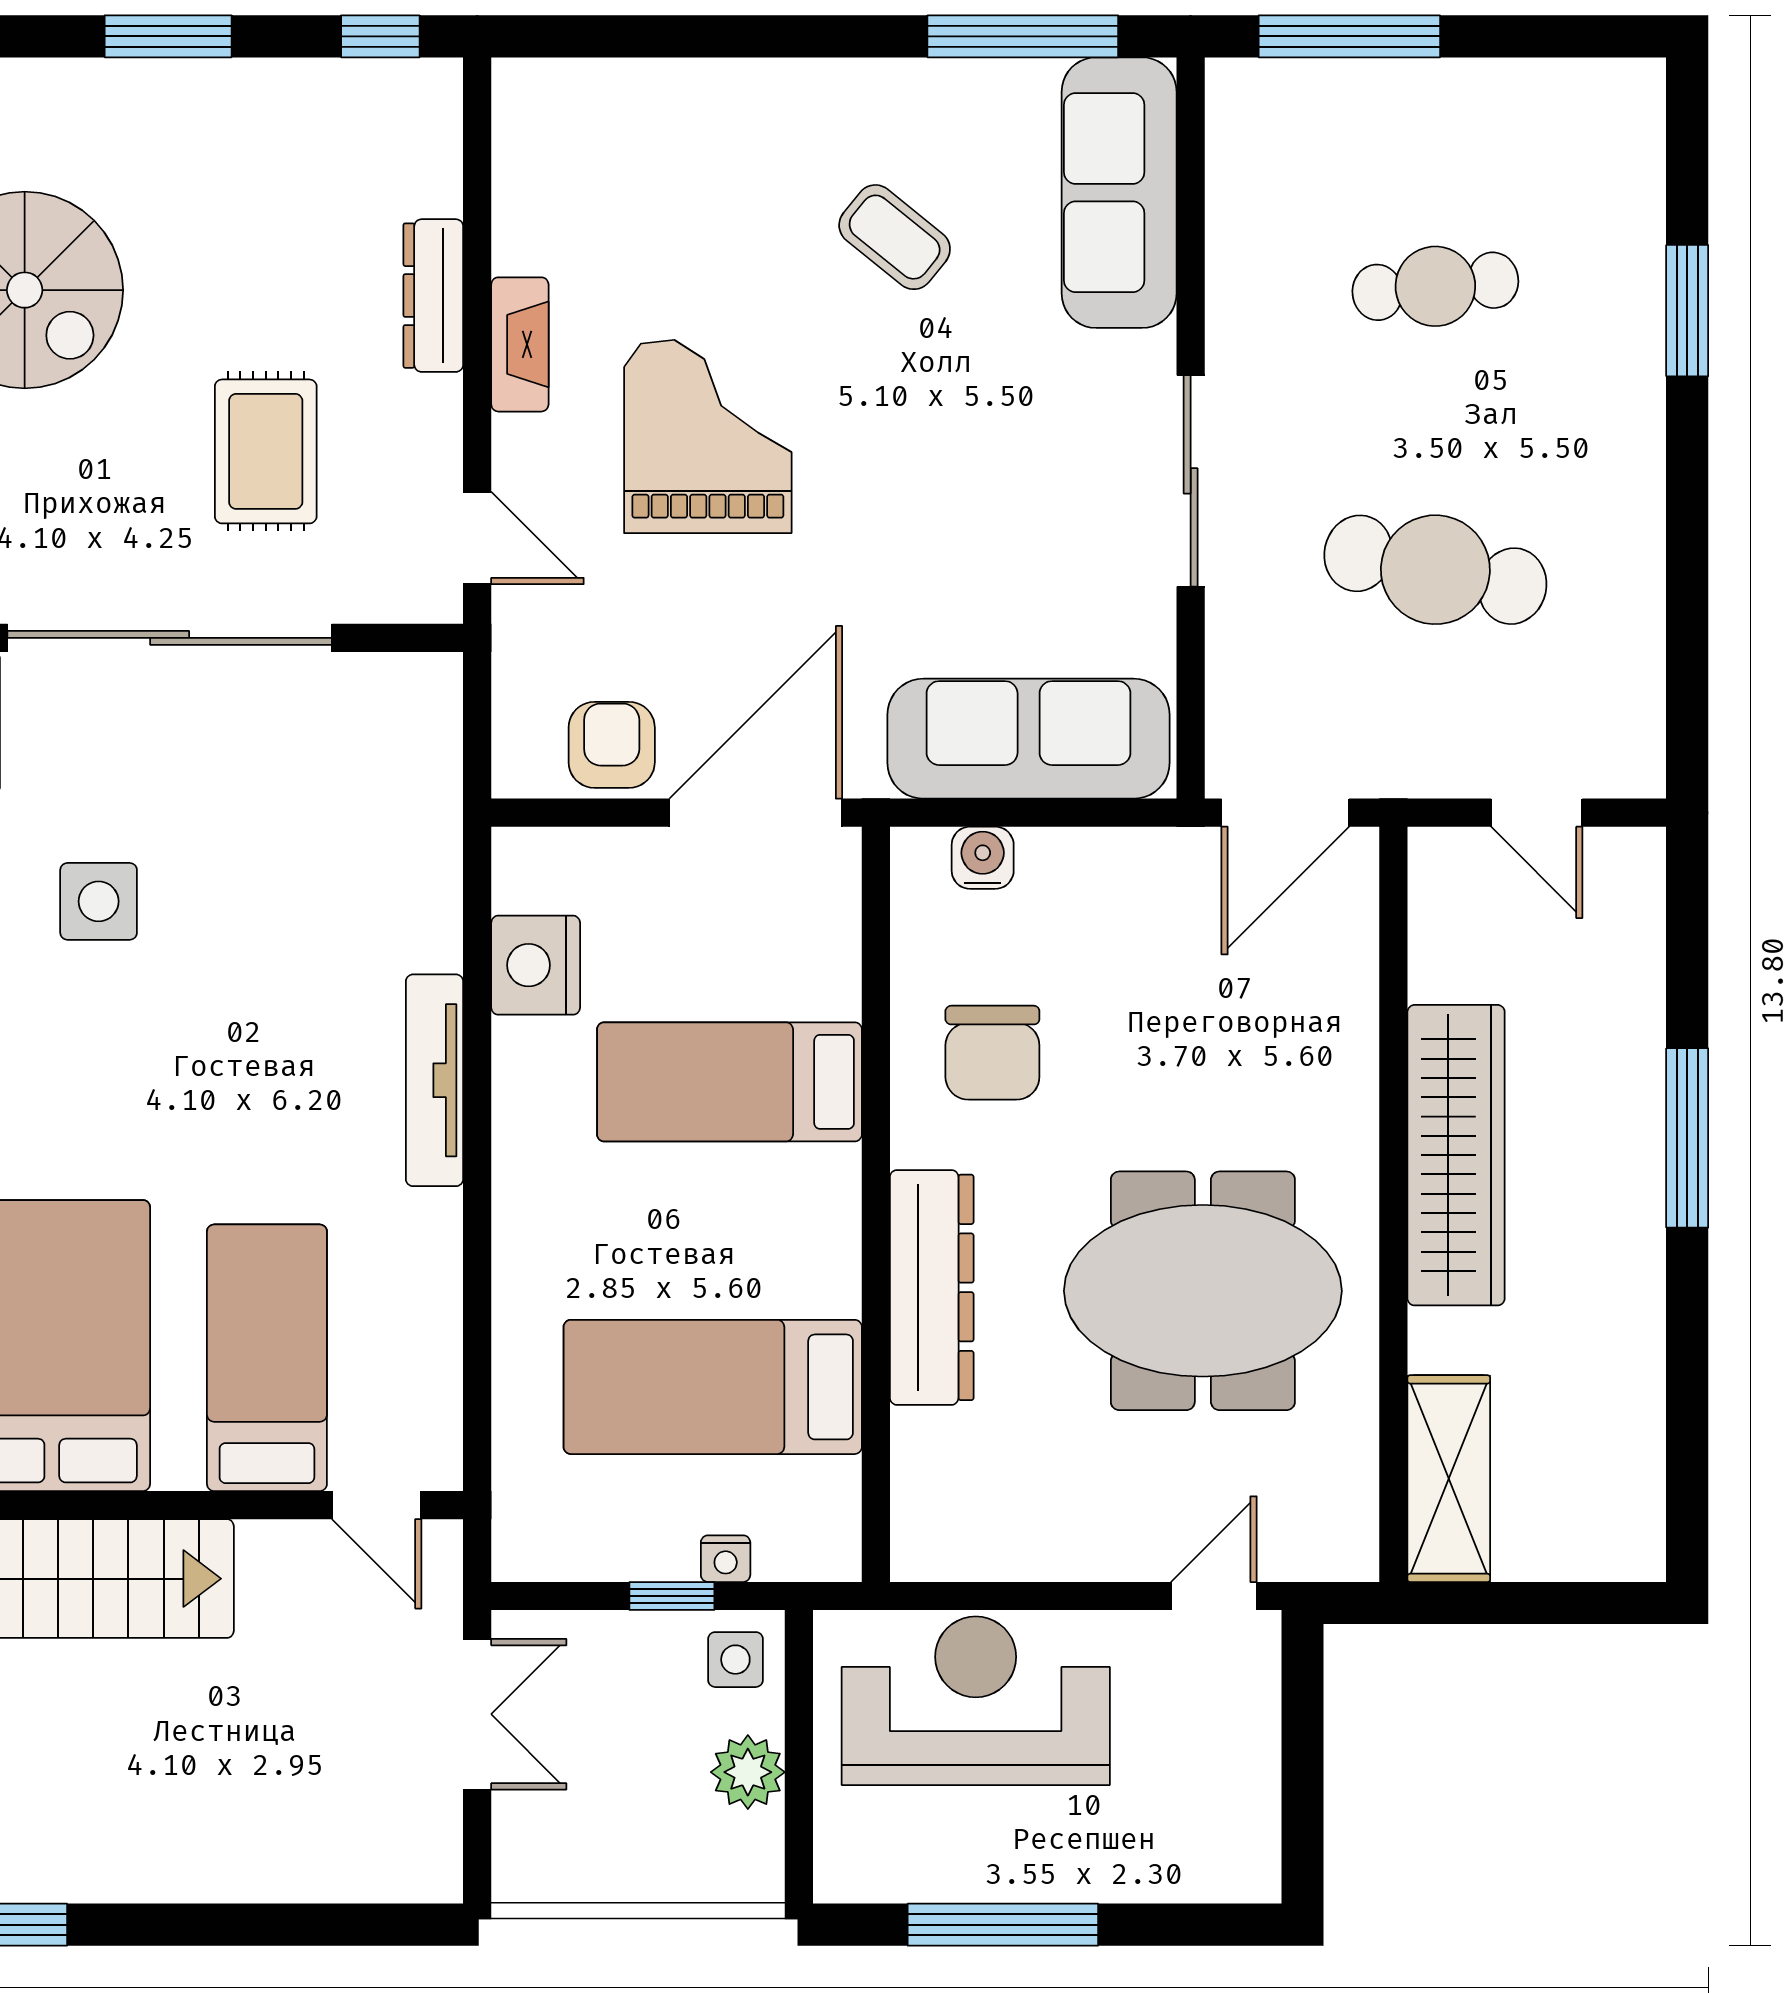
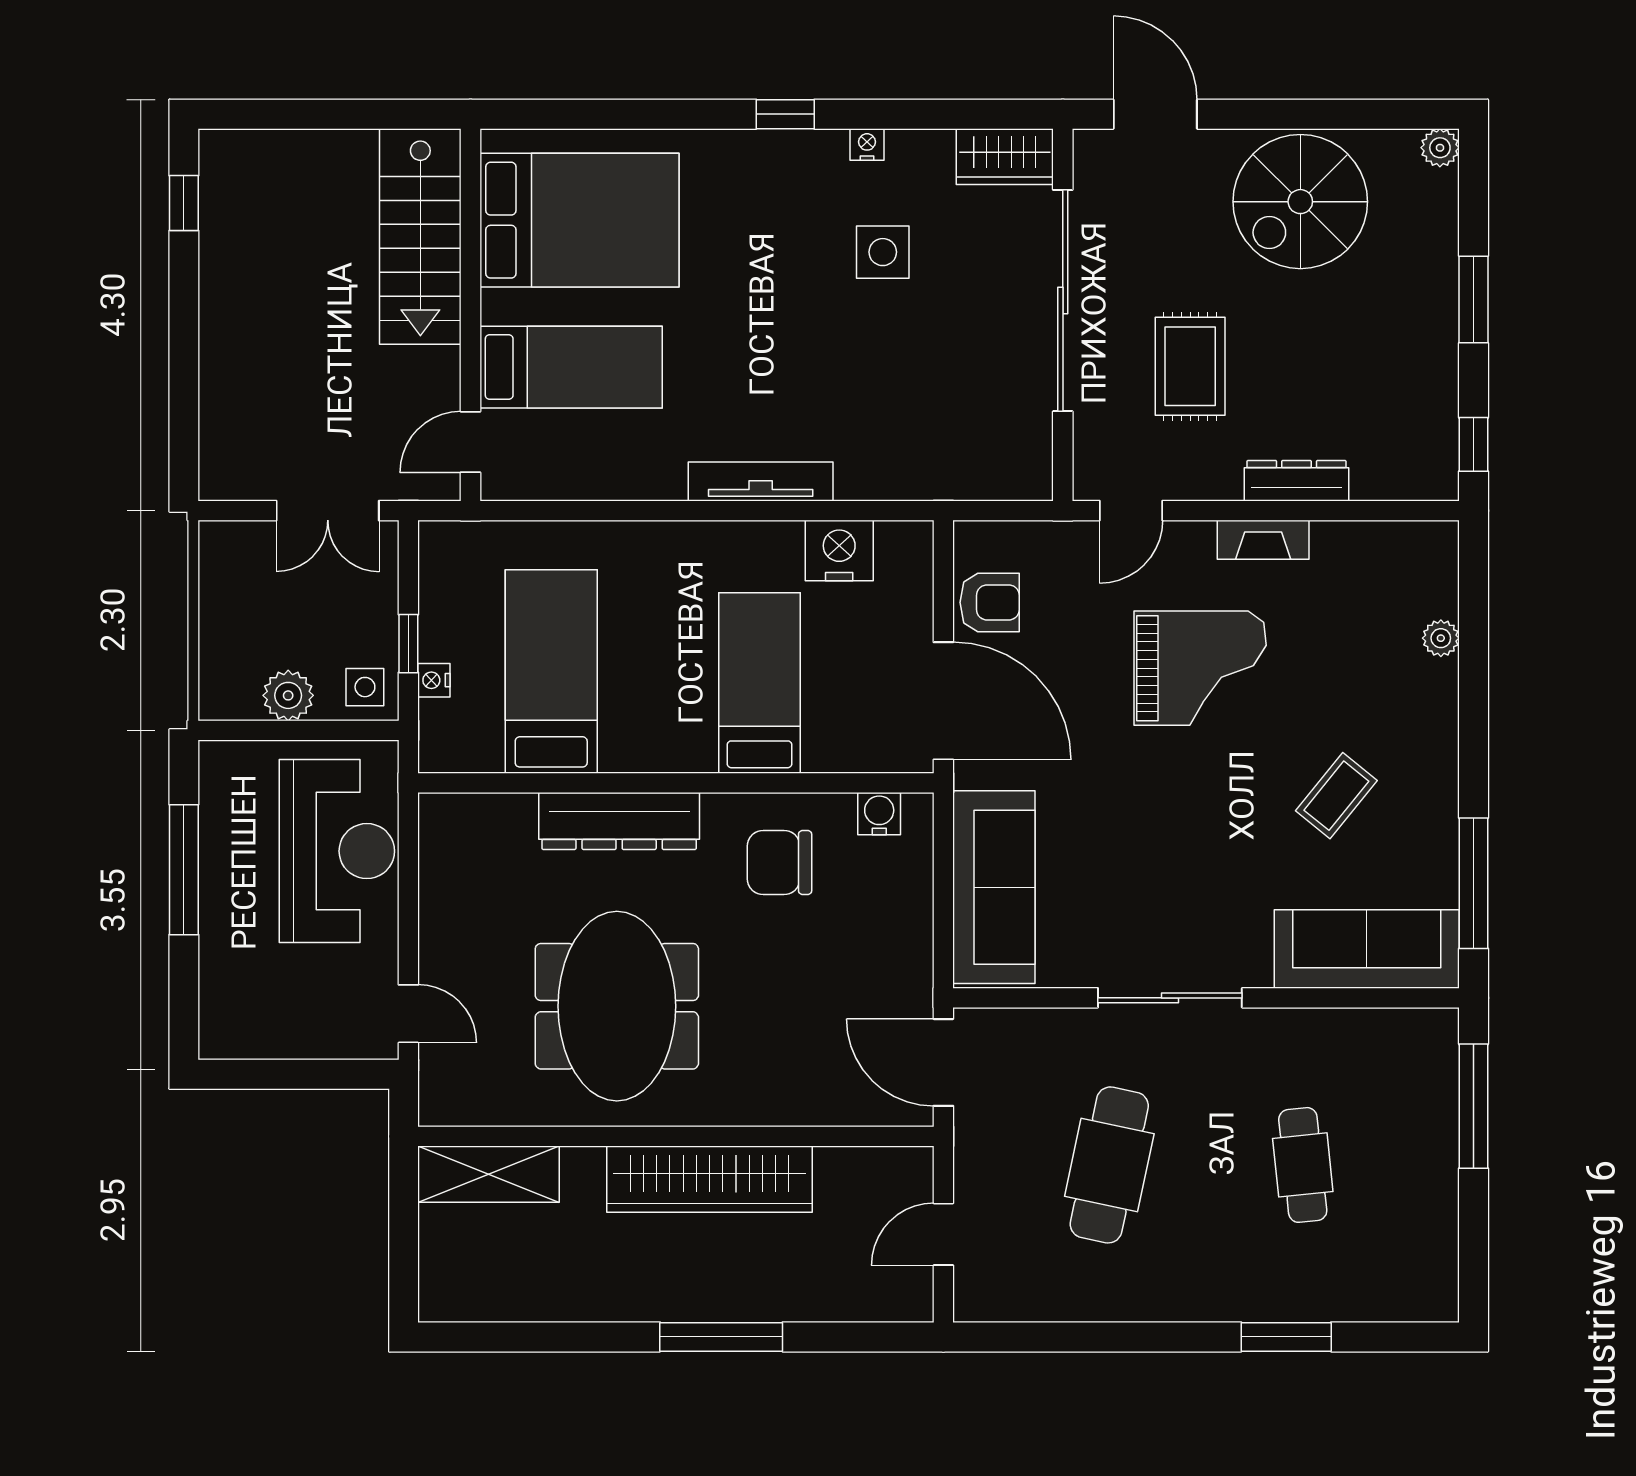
plant: (664, 84) -> (1441, 638), added
rug: (266, 451) -> (1190, 366), turned 90
water cooler: (983, 858) -> (879, 814), moved, turned -90

